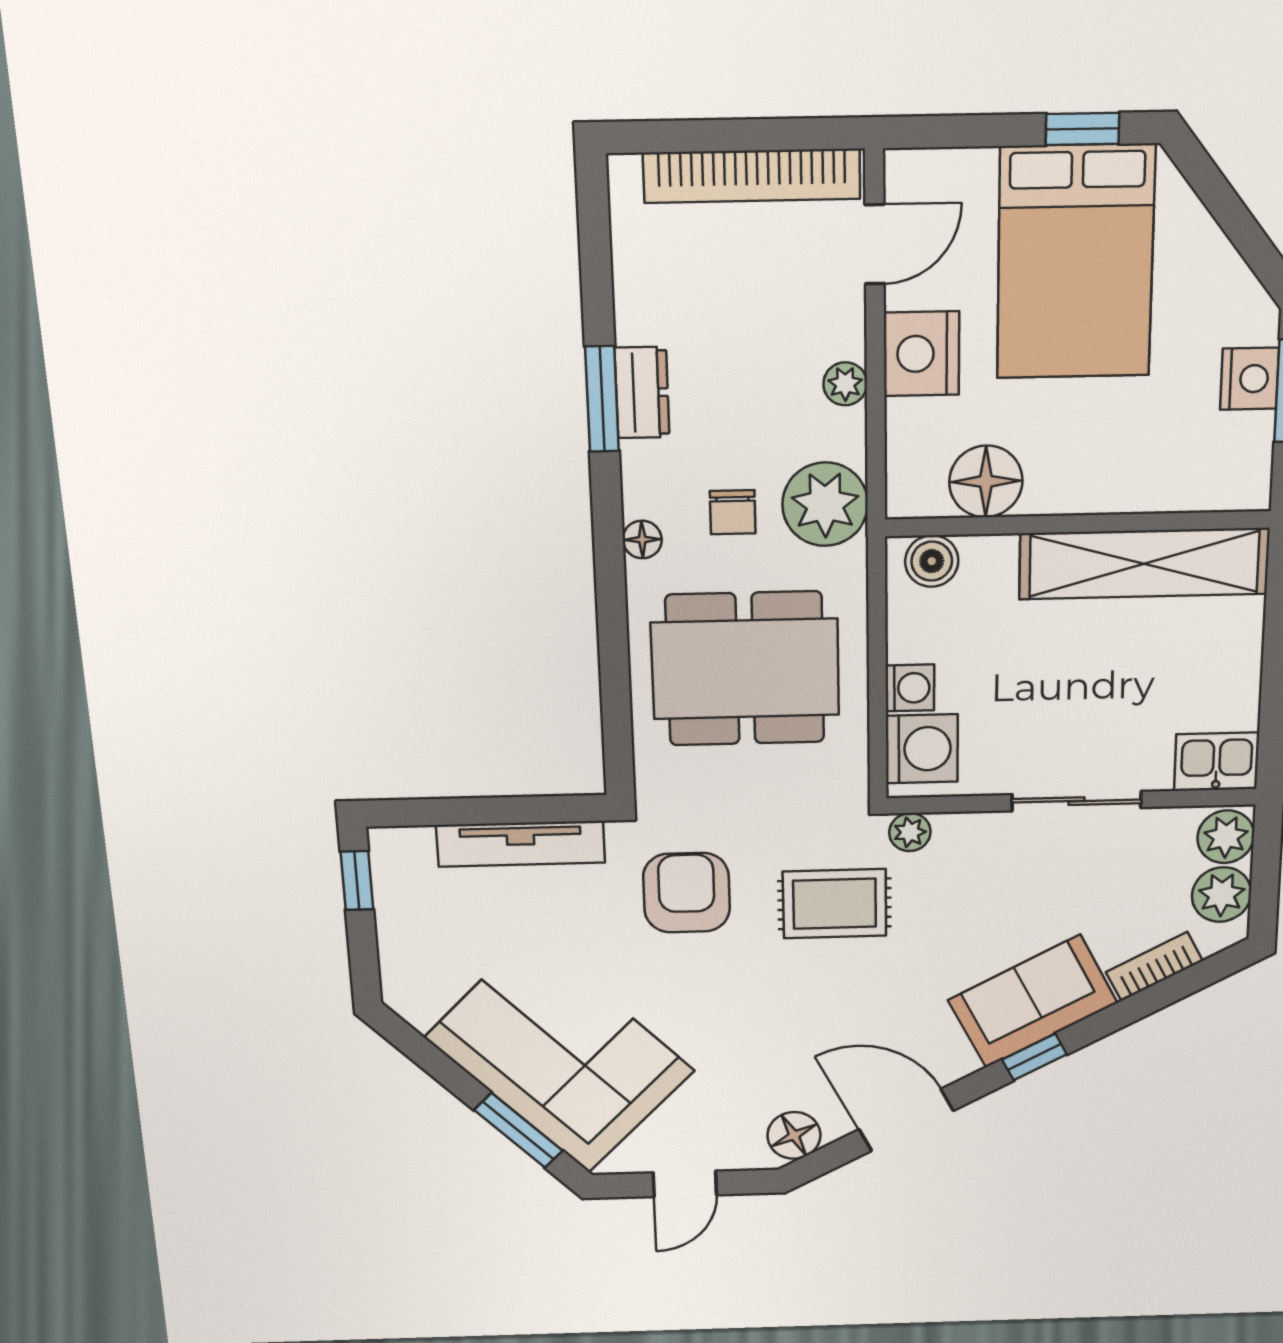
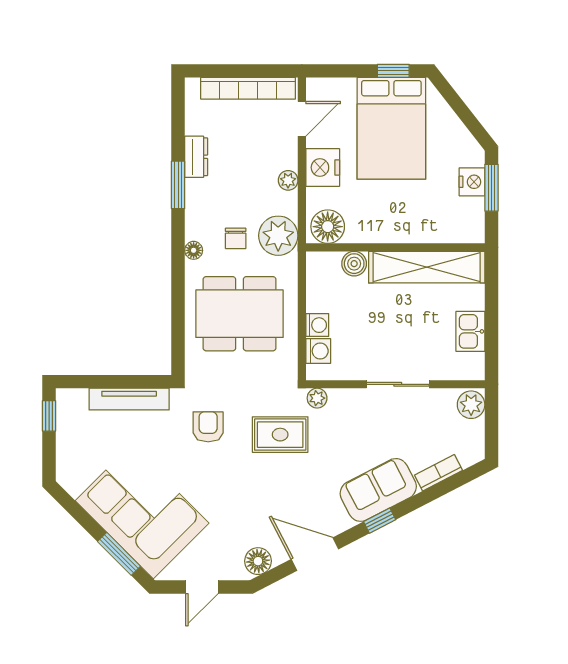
dresser: (642, 393) -> (196, 157), moved
floor lamp: (986, 481) -> (328, 227), moved
boiler: (932, 561) -> (354, 264), moved
washing machine: (922, 749) -> (318, 351), width x0.73, depth x0.73
kitchen sink: (1217, 762) -> (470, 331), moved, turned -90
armchair: (687, 893) -> (208, 427), width x0.72, depth x0.72
plant: (1222, 895) -> (470, 435), removed

